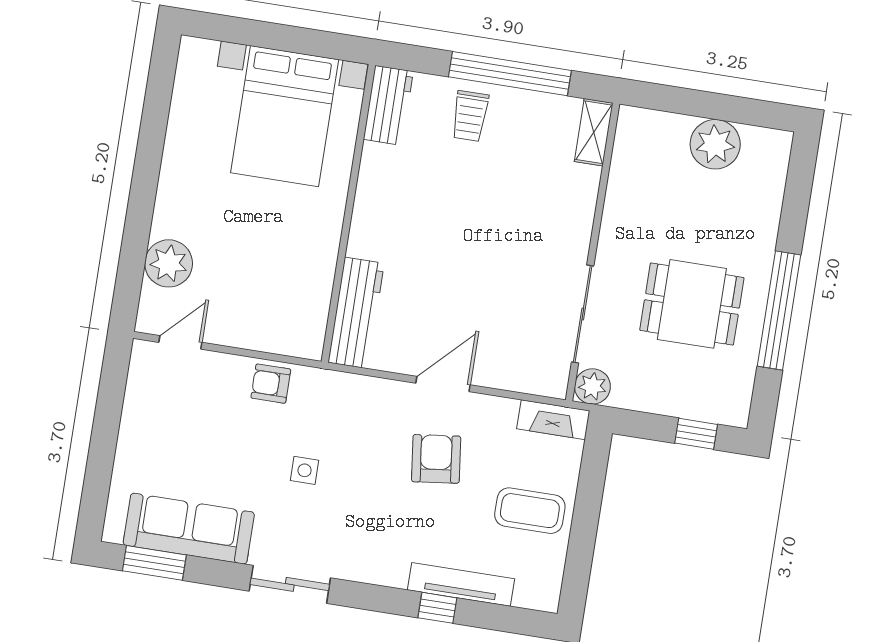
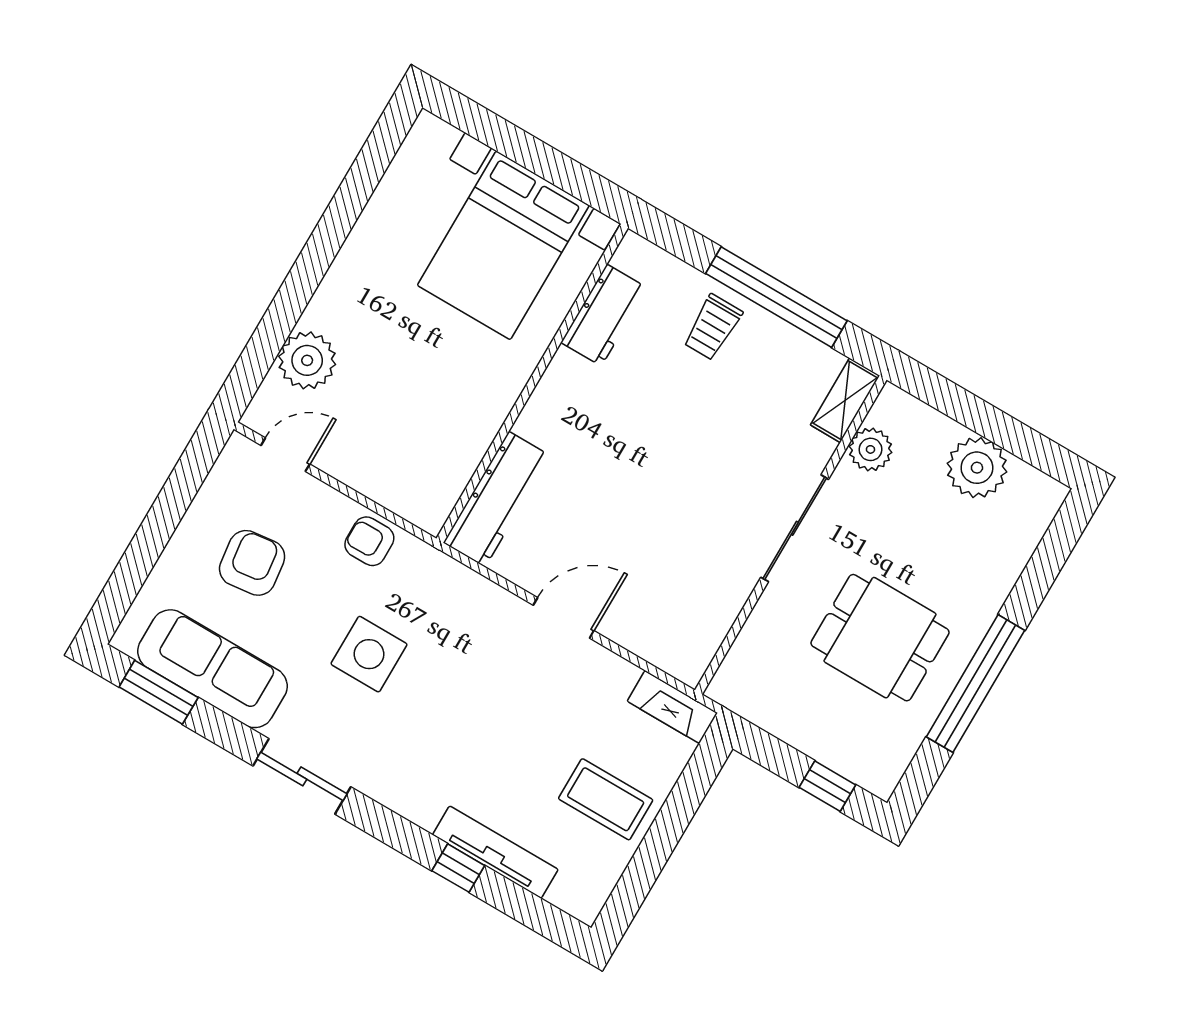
workbench: (388, 105) -> (604, 315), moved
sliding door: (583, 314) -> (795, 528), moved
plant: (592, 386) -> (870, 449), moved
armchair: (436, 459) -> (252, 563), moved
side table: (305, 470) -> (369, 654), width x1.87, depth x1.87

